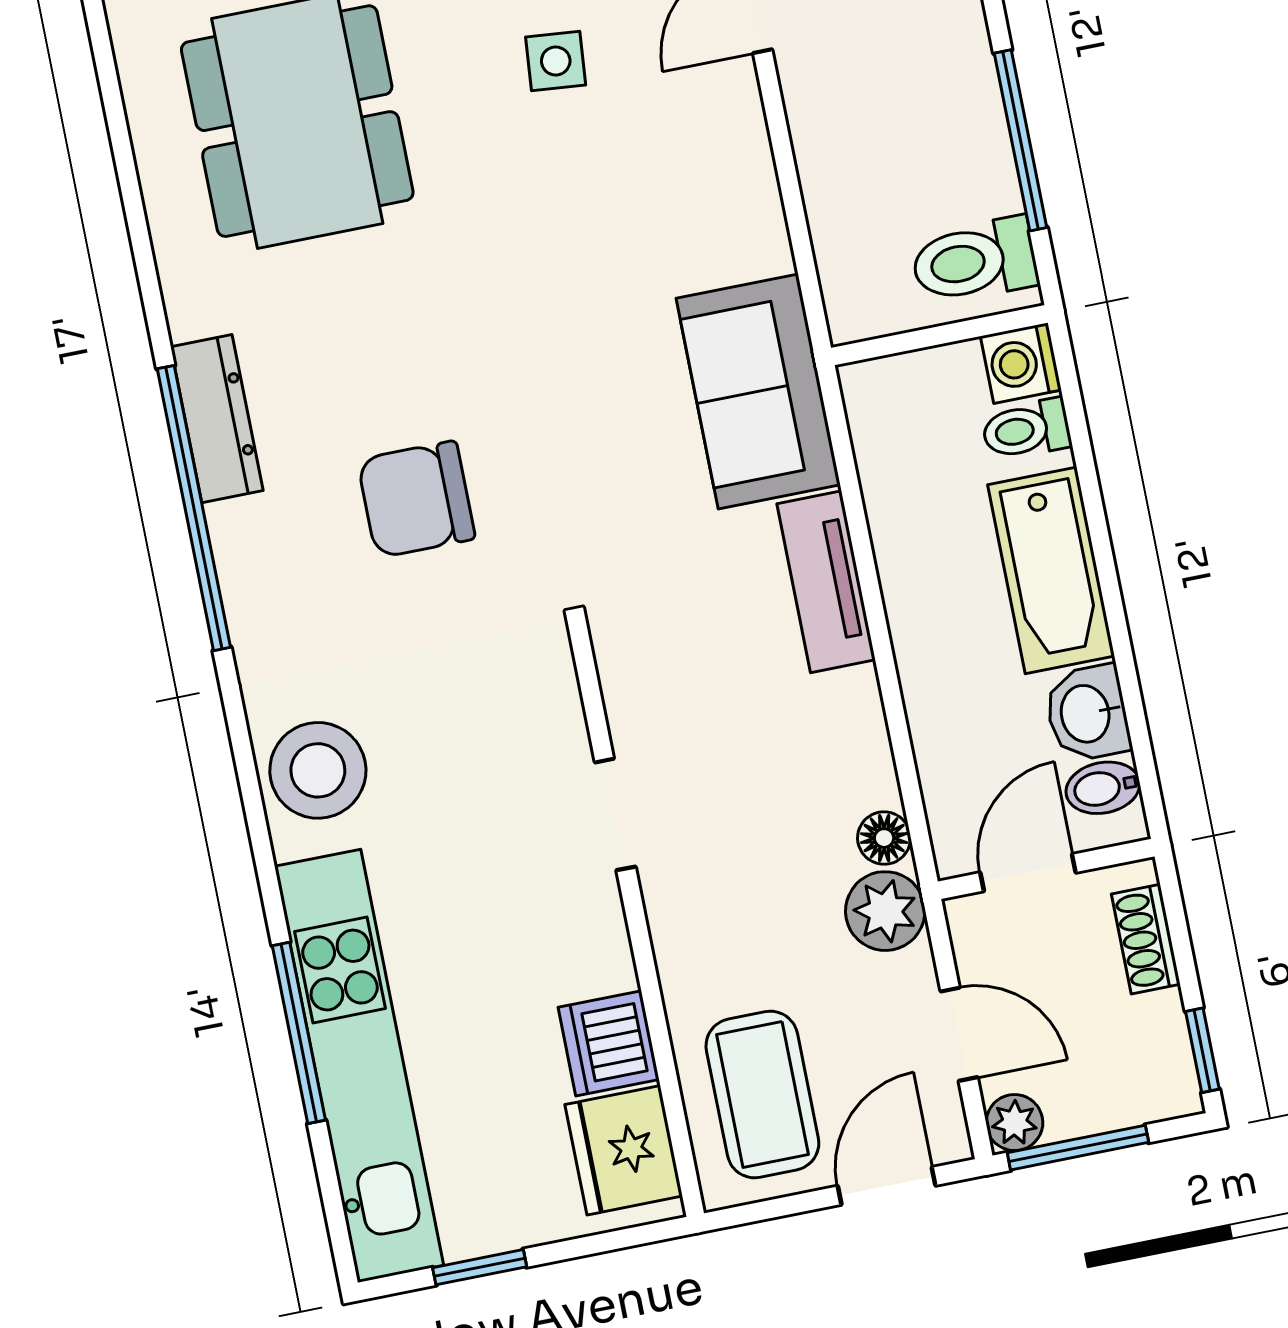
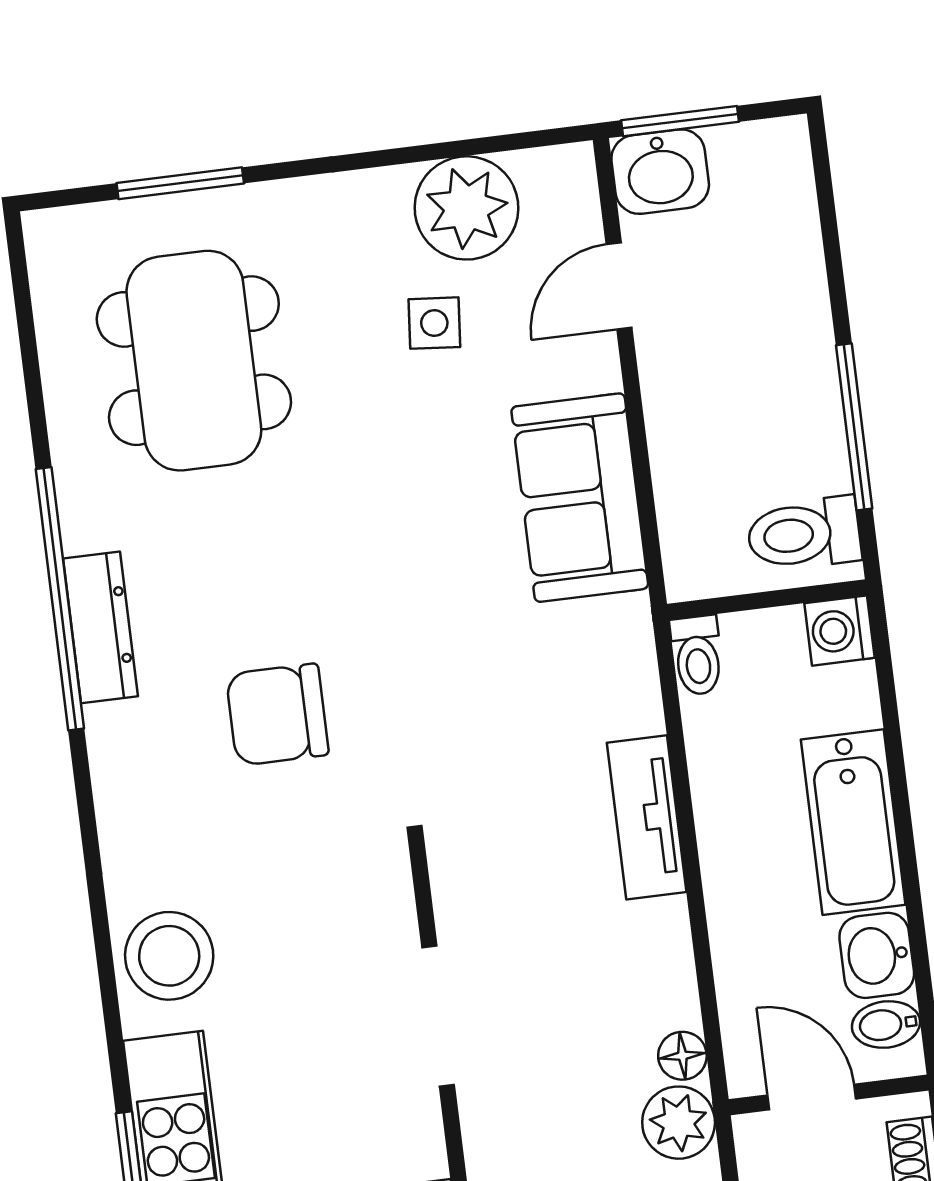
sofa: (758, 391) -> (580, 498), moved
toilet: (1026, 429) -> (697, 655), moved, turned -90
window: (194, 508) -> (60, 599), moved
doorway: (615, 814) -> (438, 1016), width x1.38
door: (1028, 873) -> (812, 1097), hinge flipped

